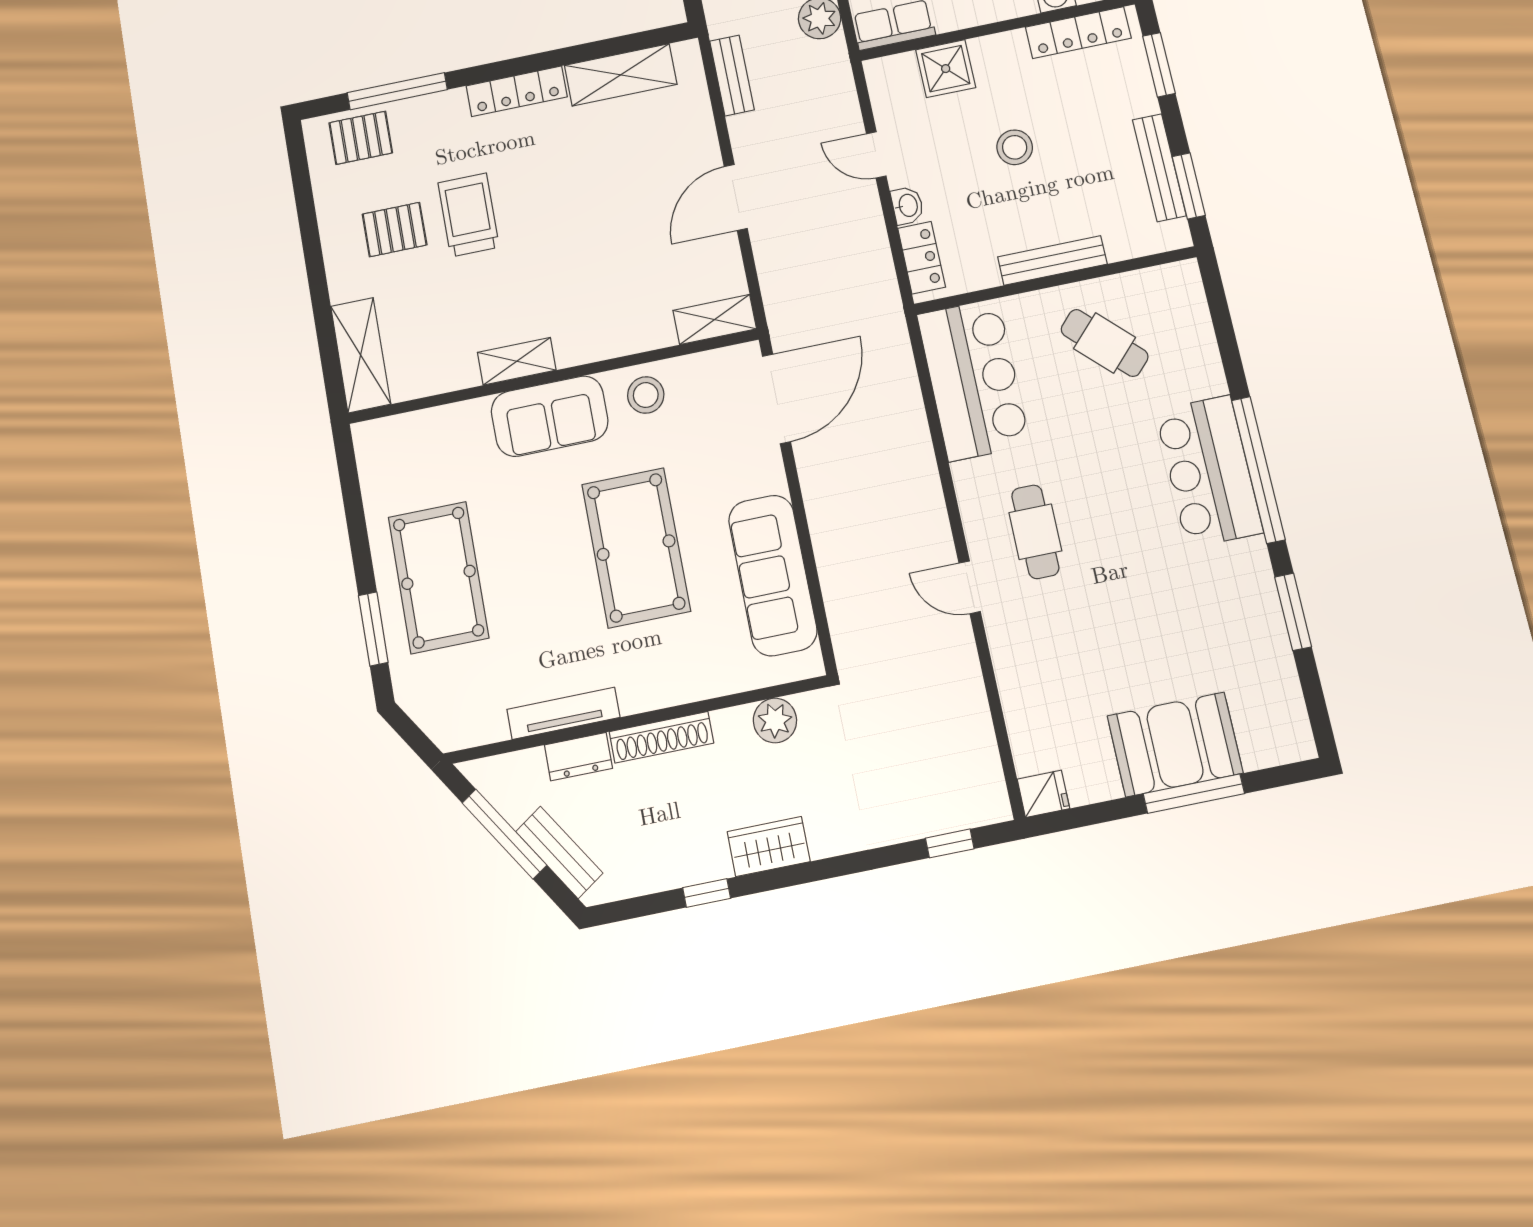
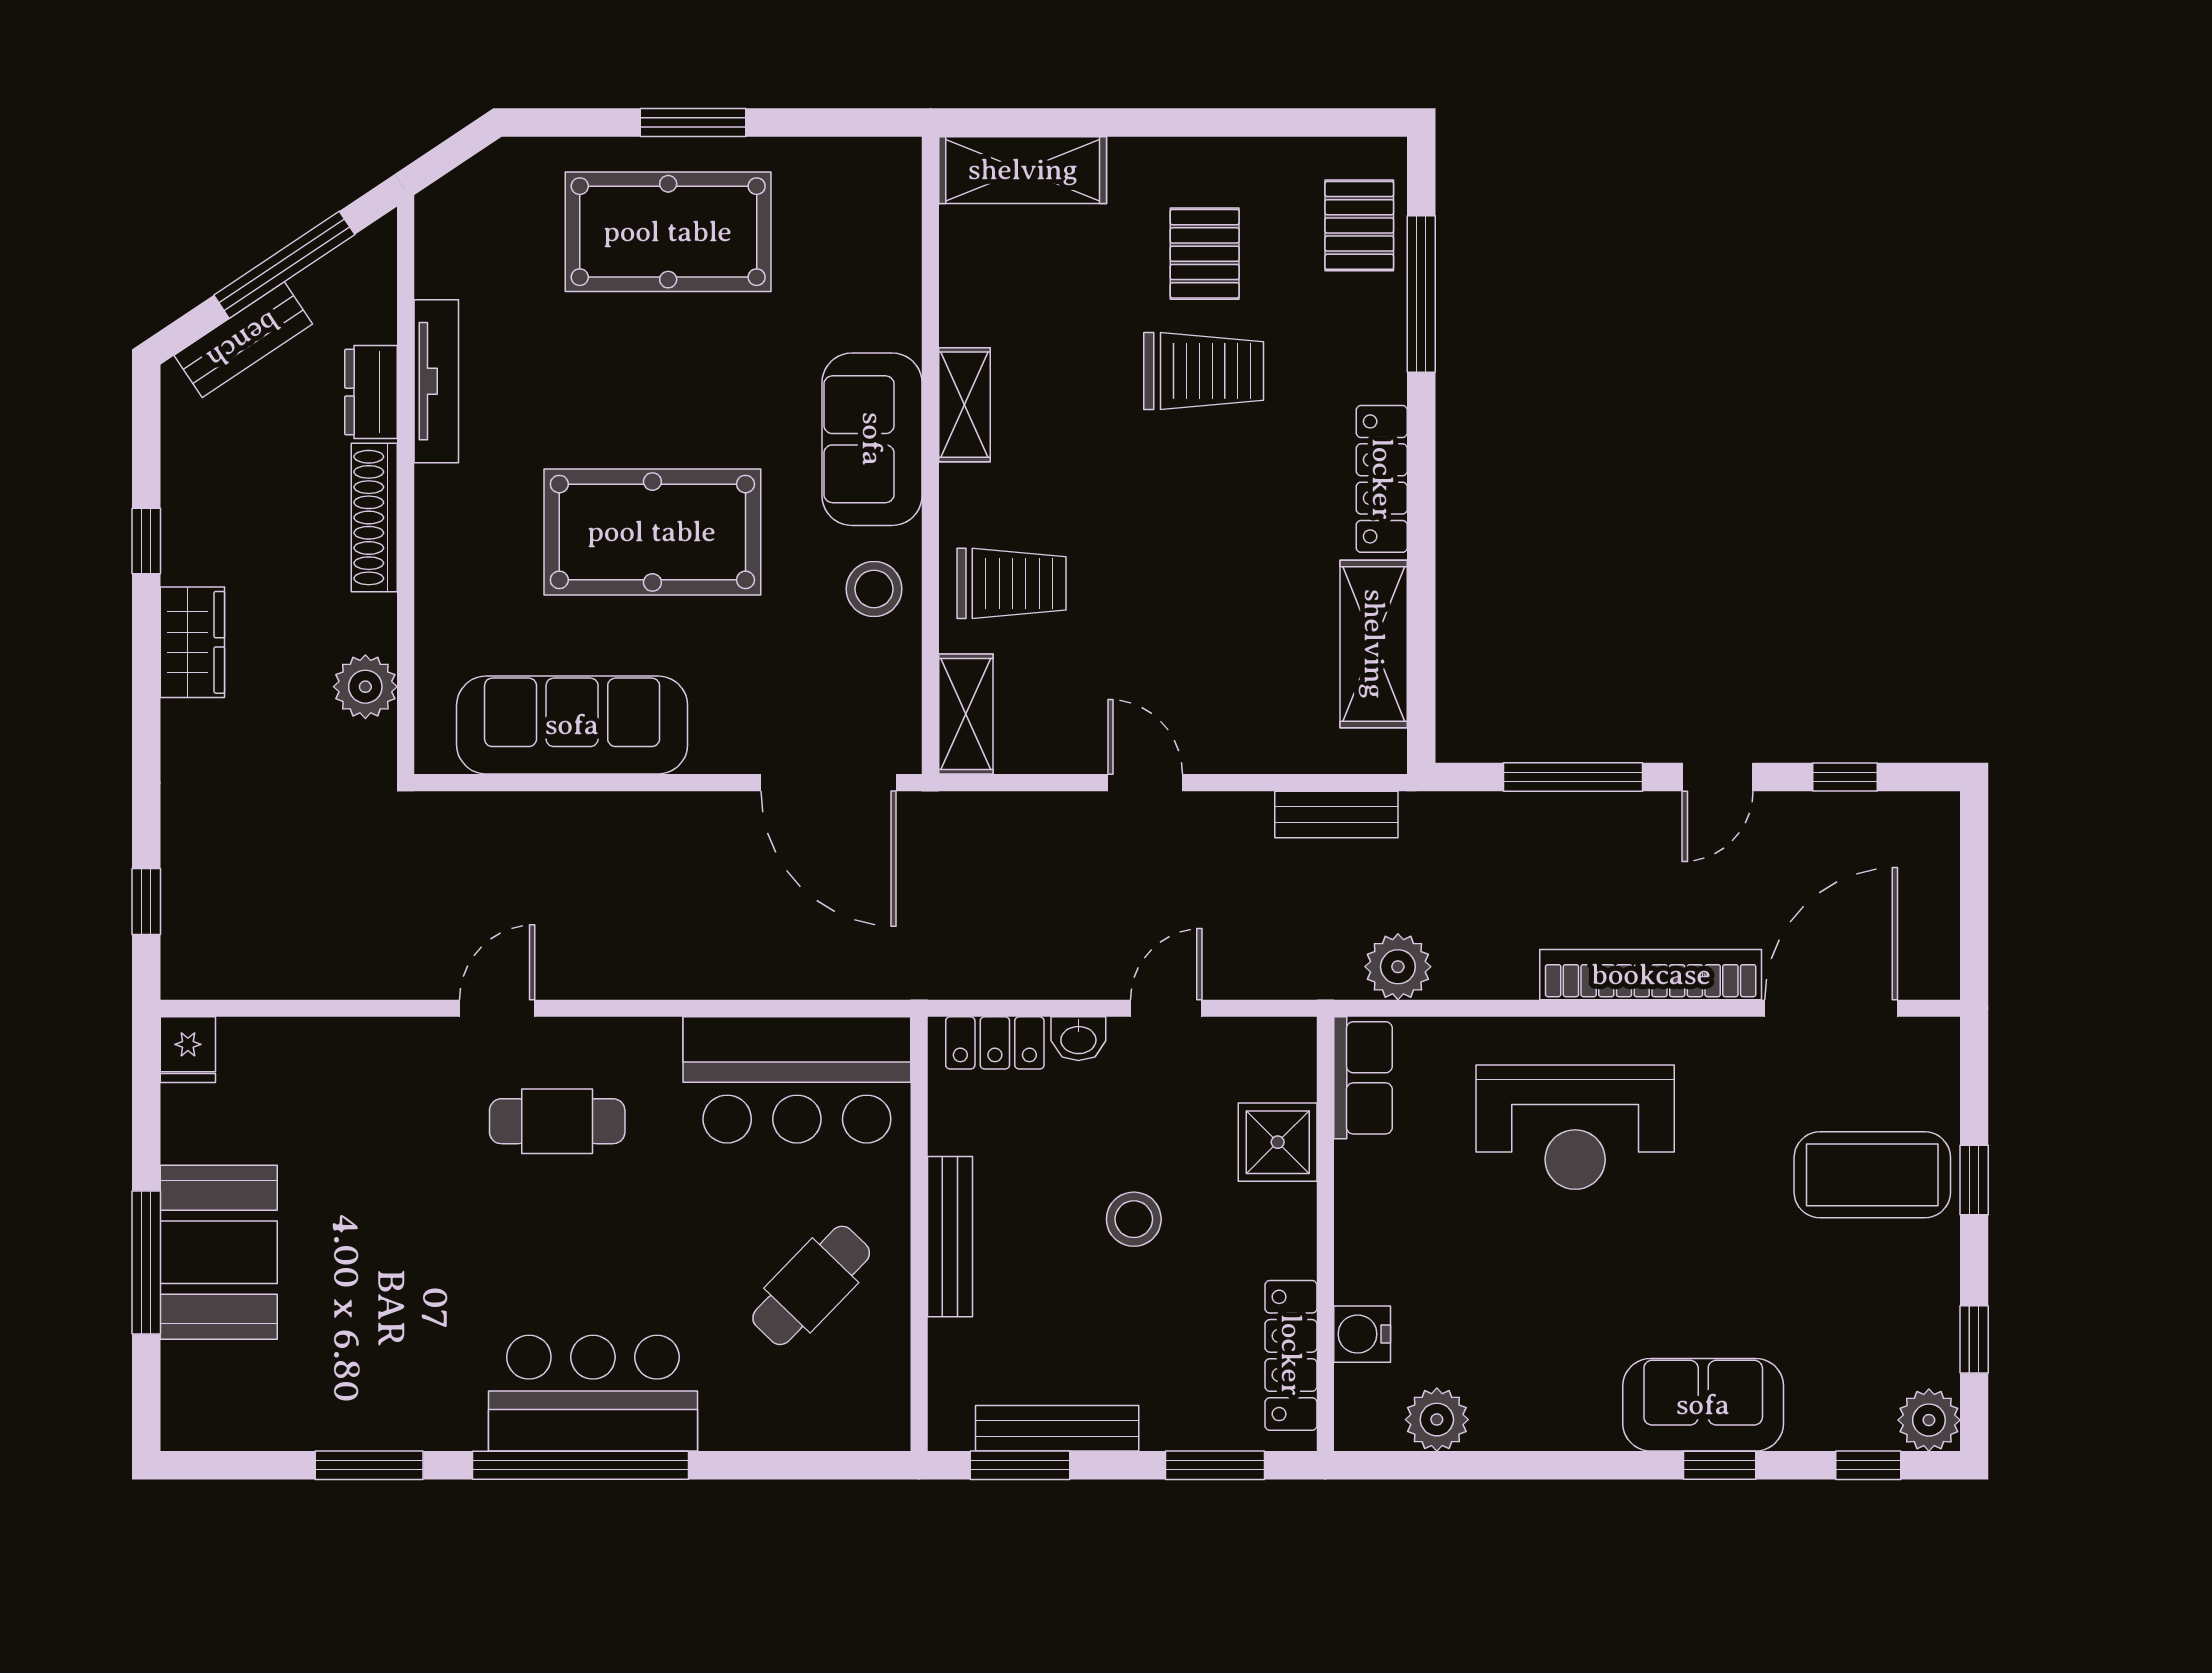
door: (736, 197) -> (1145, 783), width x0.73
trolley: (625, 308) -> (1012, 583), added
window: (373, 629) -> (693, 122), moved

